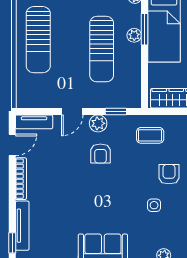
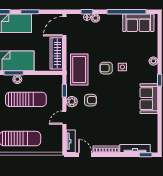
door: (72, 111) -> (64, 118), swing flipped
coffee table: (150, 135) -> (79, 69), width x1.86, depth x1.72
armchair: (169, 174) -> (106, 68), moved

